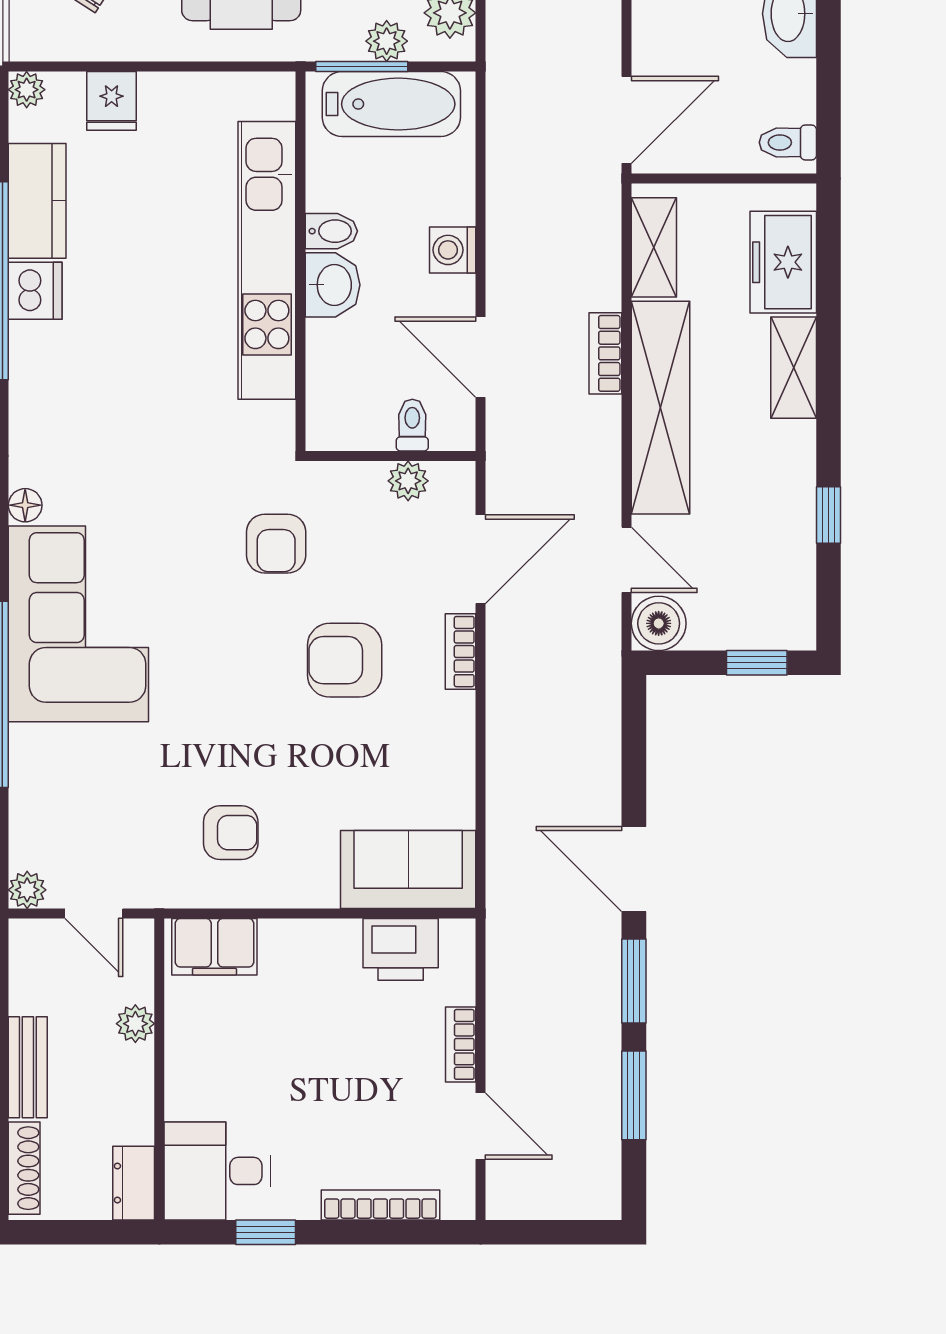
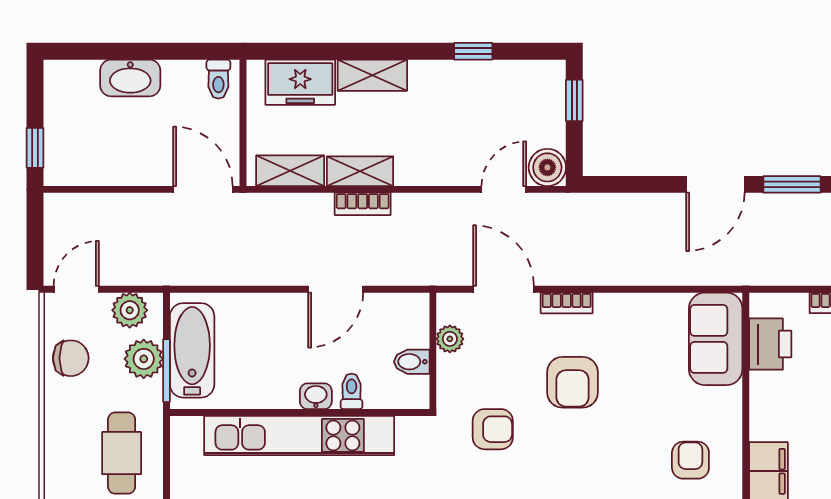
plant: (387, 41) -> (144, 359), width x1.38, depth x1.38
bidet: (331, 231) -> (412, 362), moved, turned -90
washing machine: (453, 250) -> (292, 308), removed
washbasin: (333, 285) -> (316, 396), width x0.72, depth x0.69
door: (481, 357) -> (336, 289), moved
shelving: (661, 408) -> (360, 171), width x0.45, depth x0.75
toilet: (412, 425) -> (352, 391), moved, turned 90

